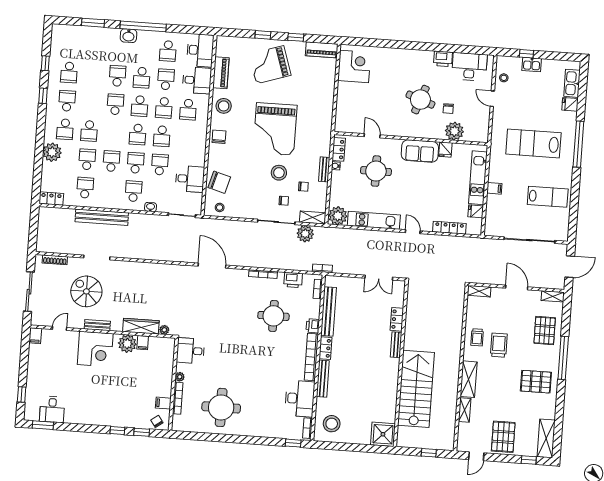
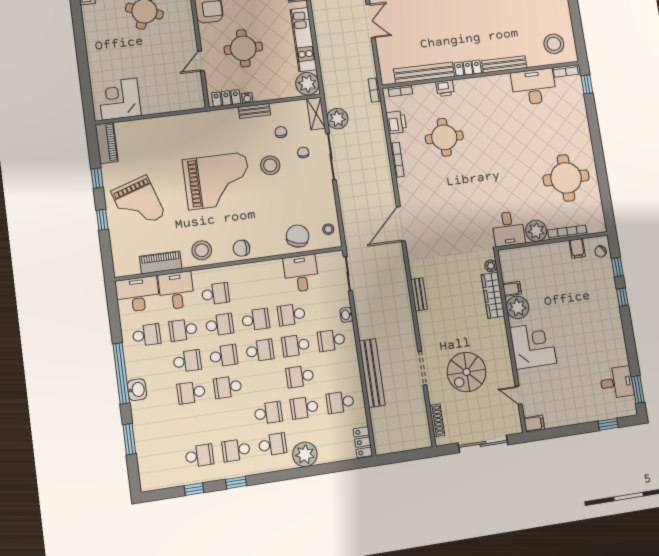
bench: (97, 325) -> (419, 294), moved
bookcase: (311, 357) -> (482, 83), removed
plant: (180, 377) -> (536, 231), width x1.87, depth x1.87

